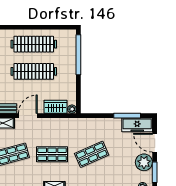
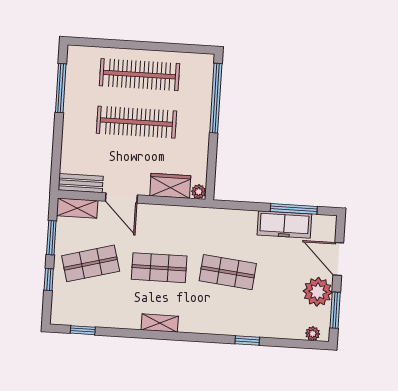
door: (28, 116) -> (121, 198), swing flipped
freezer: (137, 125) -> (284, 224), moved
shop shelf: (92, 154) -> (228, 272), turned 30

